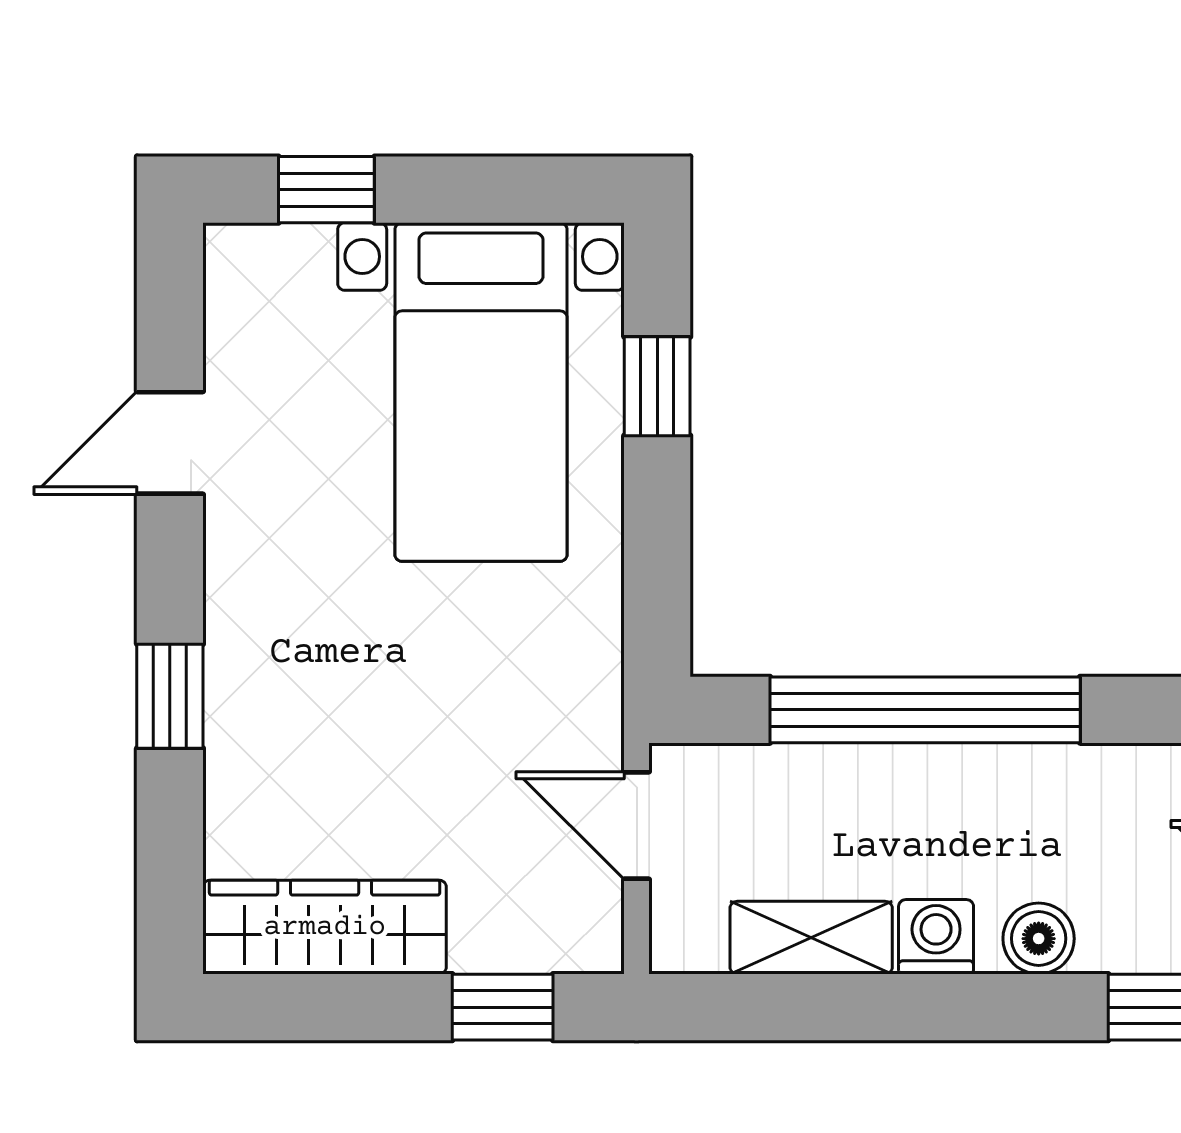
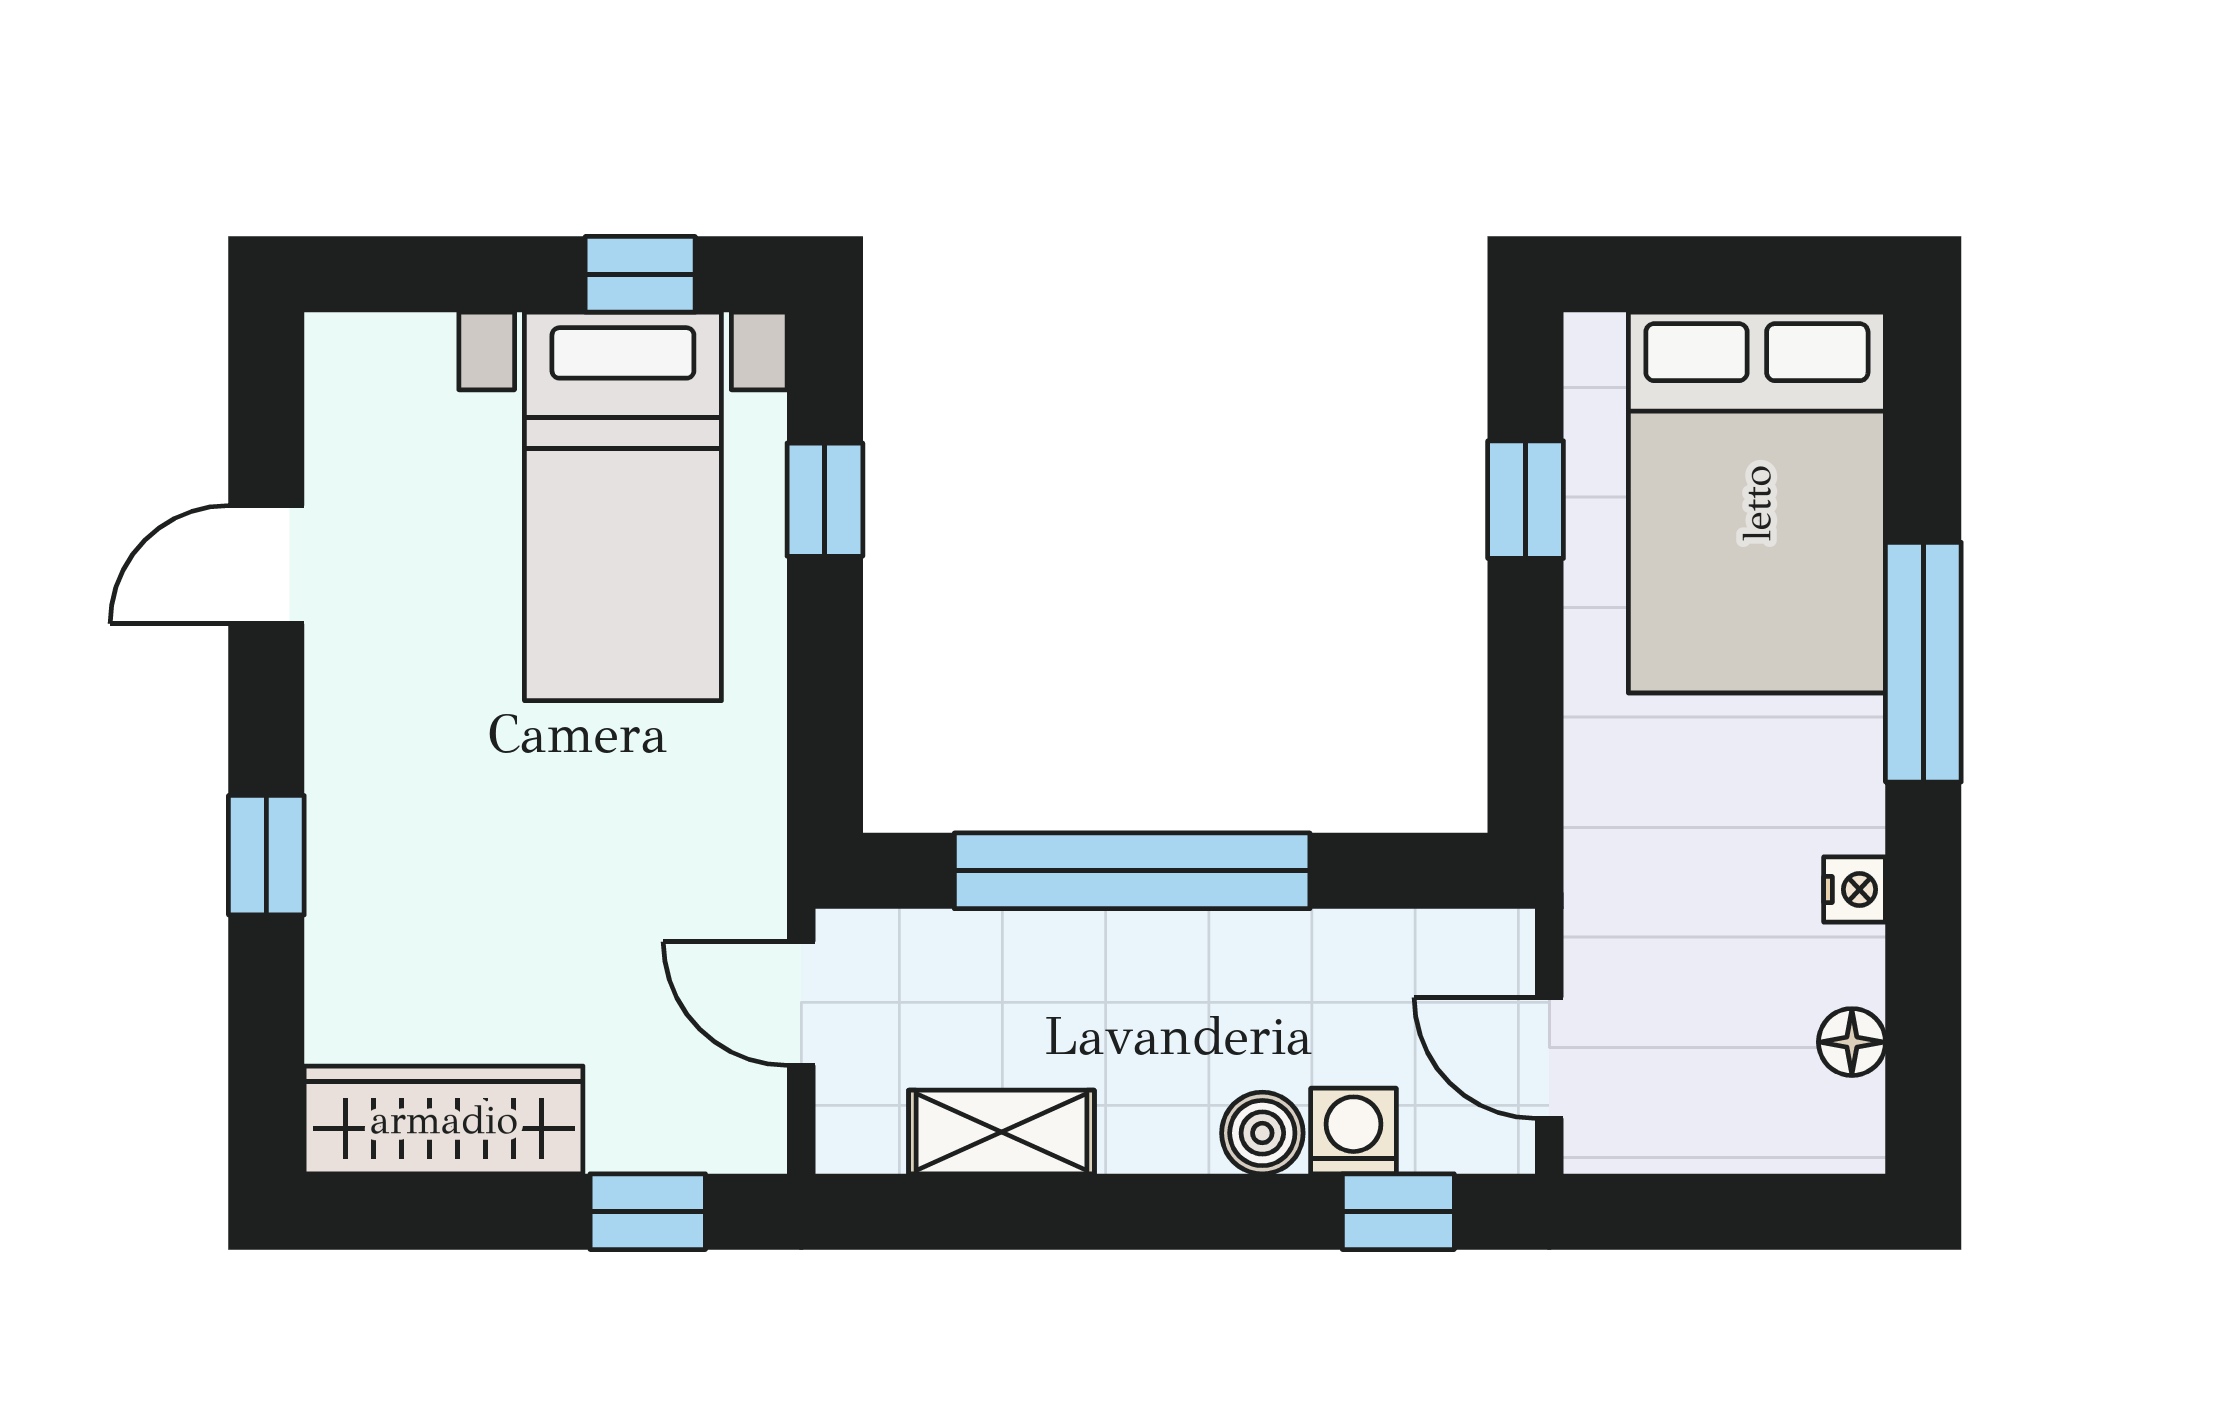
window: (326, 190) -> (640, 274), moved
washing machine: (936, 937) -> (1353, 1131), moved

